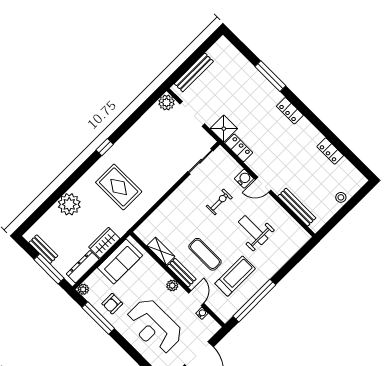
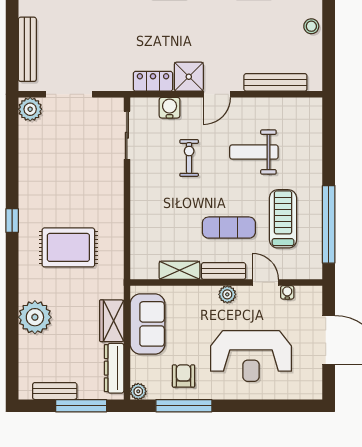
shower: (224, 129) -> (189, 77), moved
water cooler: (244, 179) -> (170, 108), moved
armchair: (112, 304) -> (184, 376), turned 180

